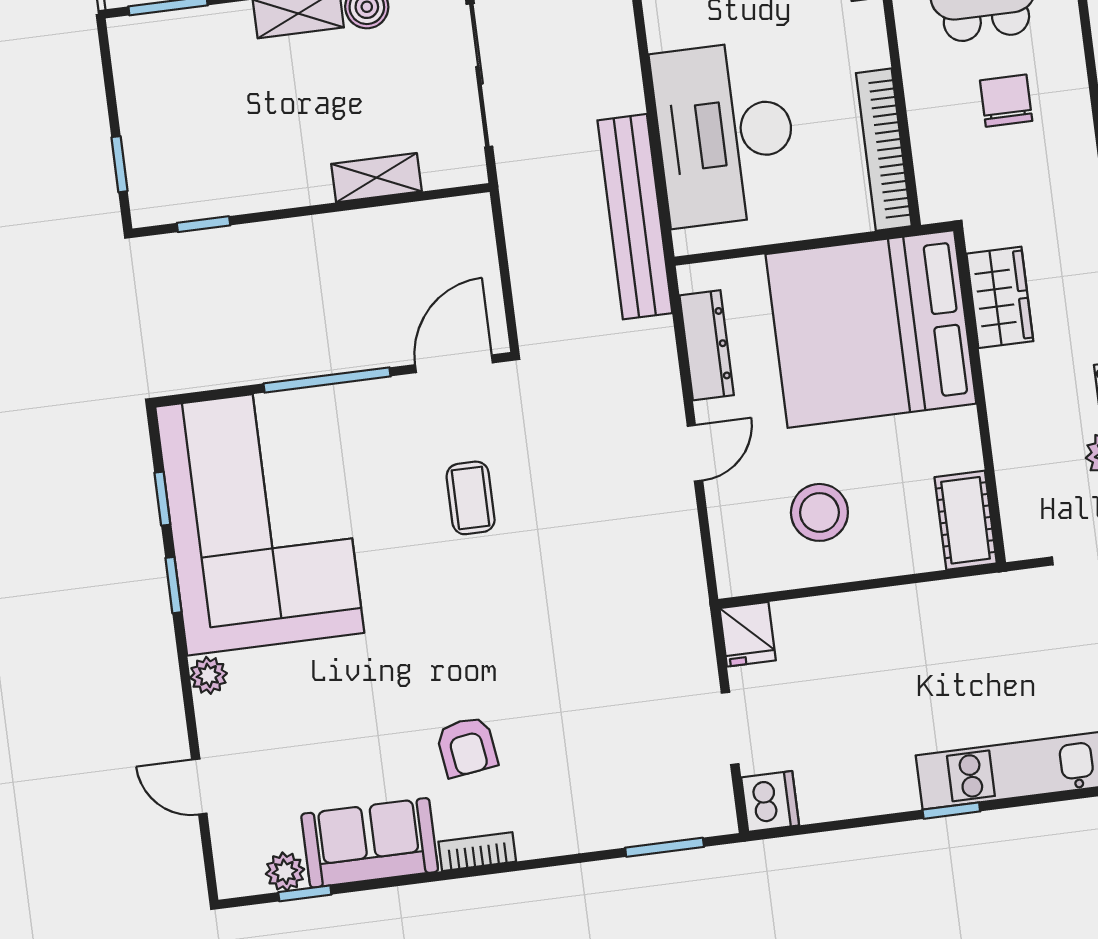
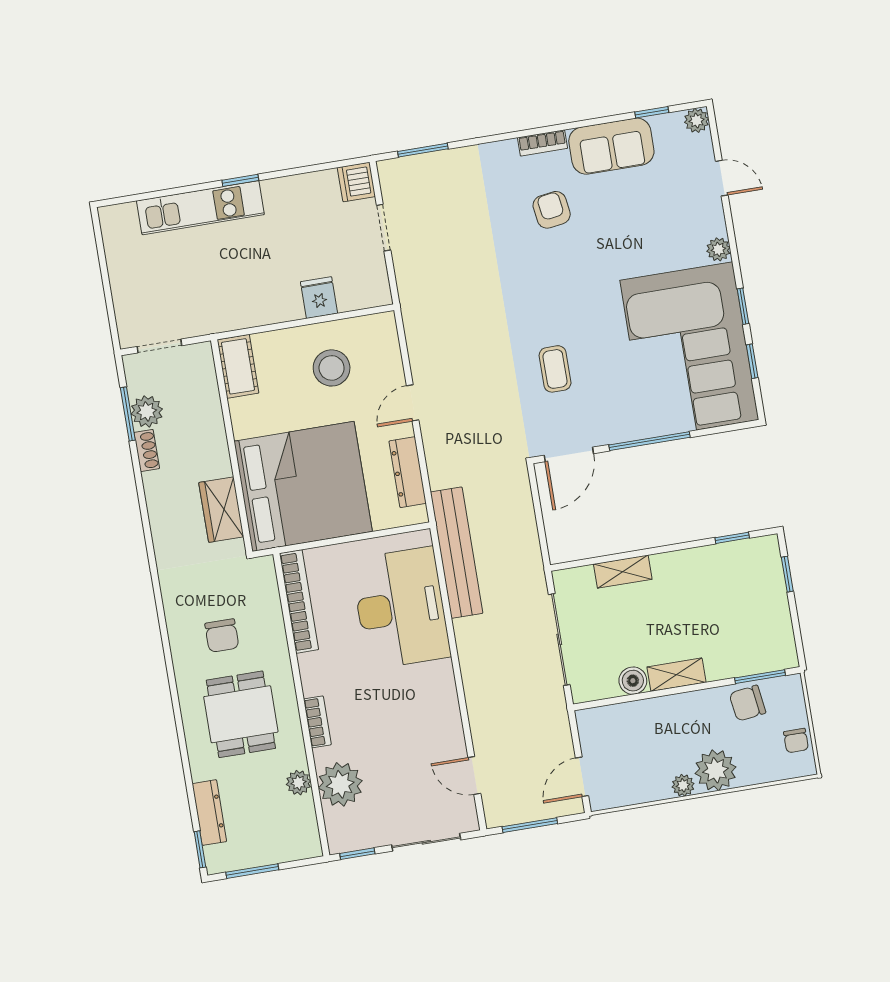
fridge: (748, 634) -> (319, 298), moved
plant: (285, 872) -> (697, 120), moved

